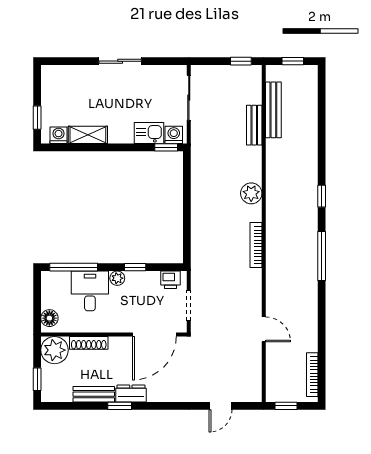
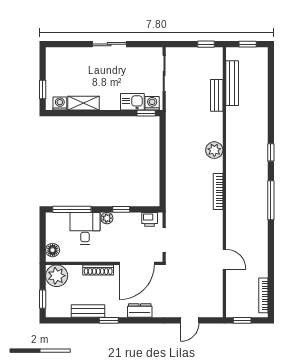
shoe rack: (89, 343) -> (98, 270), moved
dresser: (131, 393) -> (140, 311), moved

